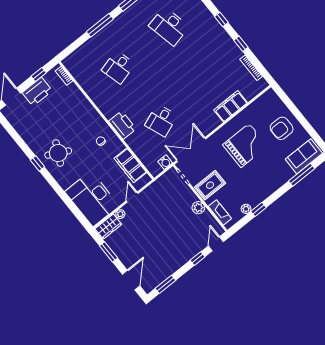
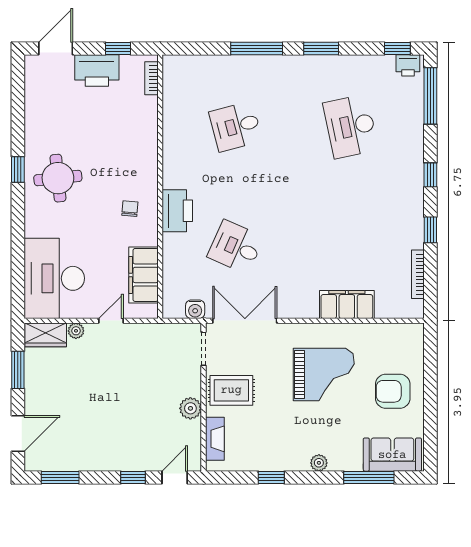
desk: (161, 120) -> (236, 247), turned 45
round table: (58, 153) -> (58, 178), turned -33
plant: (246, 209) -> (319, 463), moved

